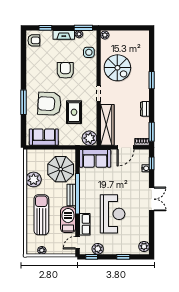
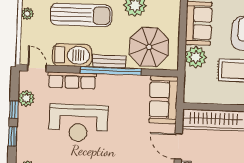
plant: (89, 138) -> (196, 57), moved
row of seats: (85, 224) -> (72, 80), width x1.48
window: (92, 257) -> (14, 110), moved

